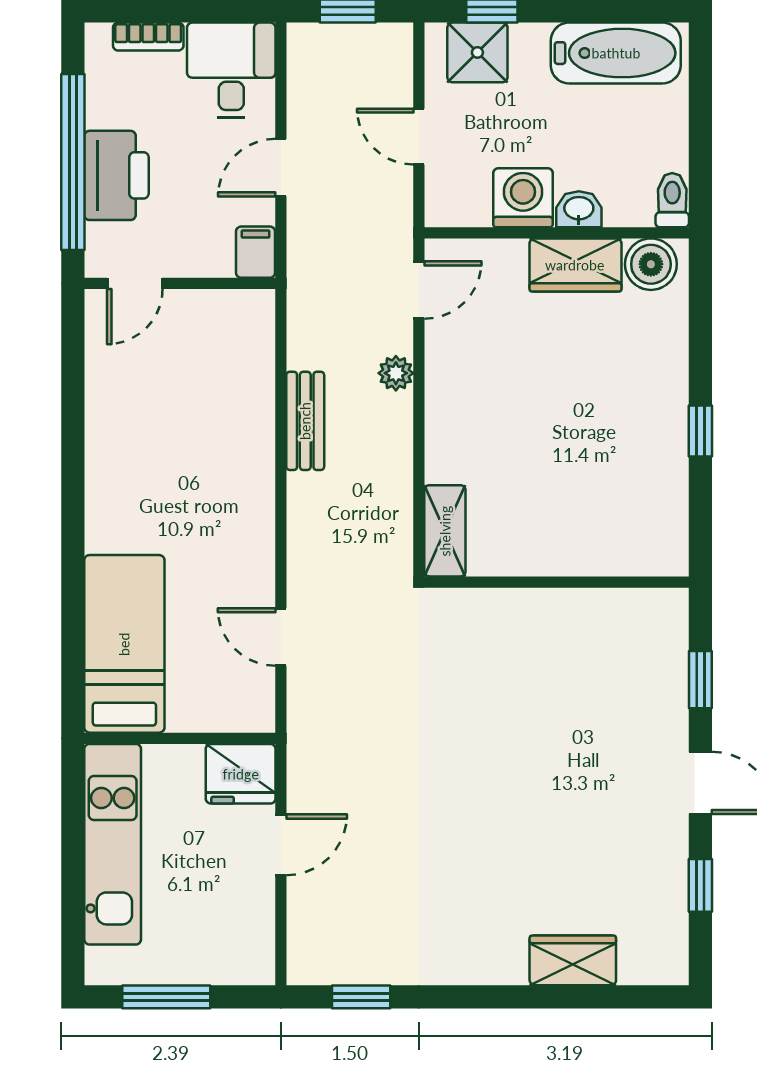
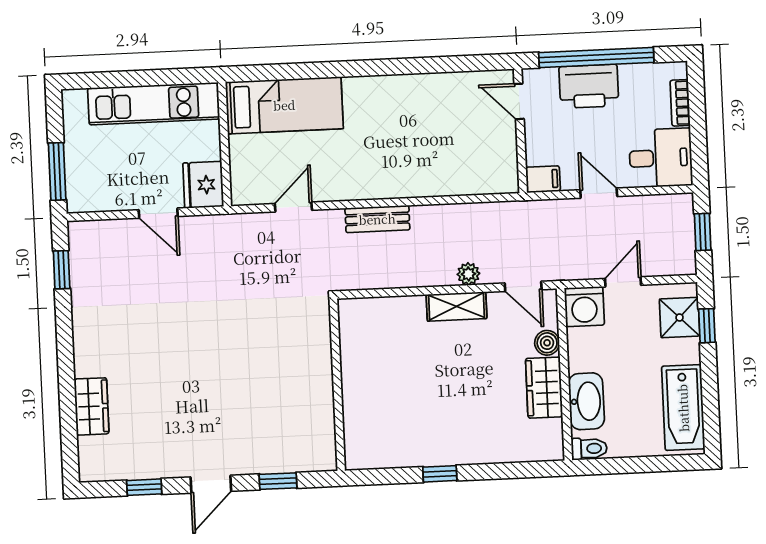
washing machine: (523, 198) -> (584, 307), moved, turned 90
washbasin: (579, 209) -> (586, 401), width x1.91, depth x1.45
boiler: (651, 264) -> (547, 343), moved, width x0.73, depth x0.73
bench: (305, 421) -> (377, 219), moved
shelving: (445, 531) -> (457, 306), moved
window: (166, 997) -> (57, 171), moved

